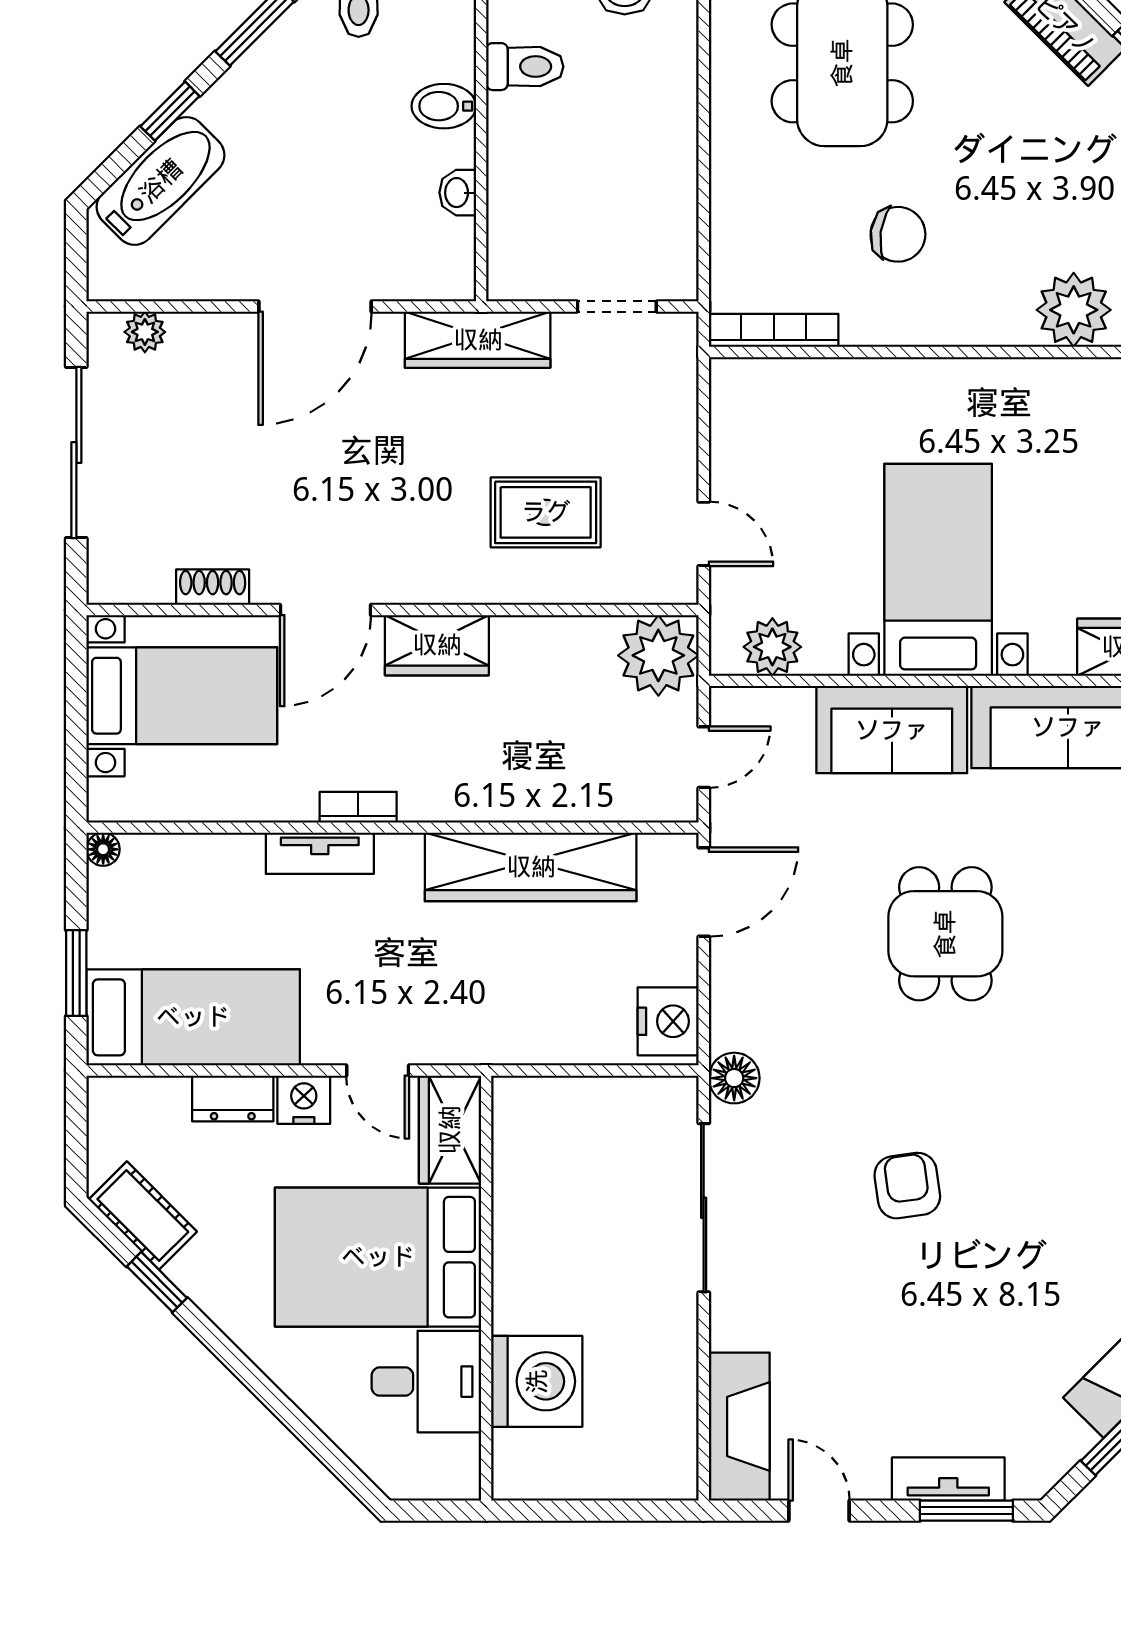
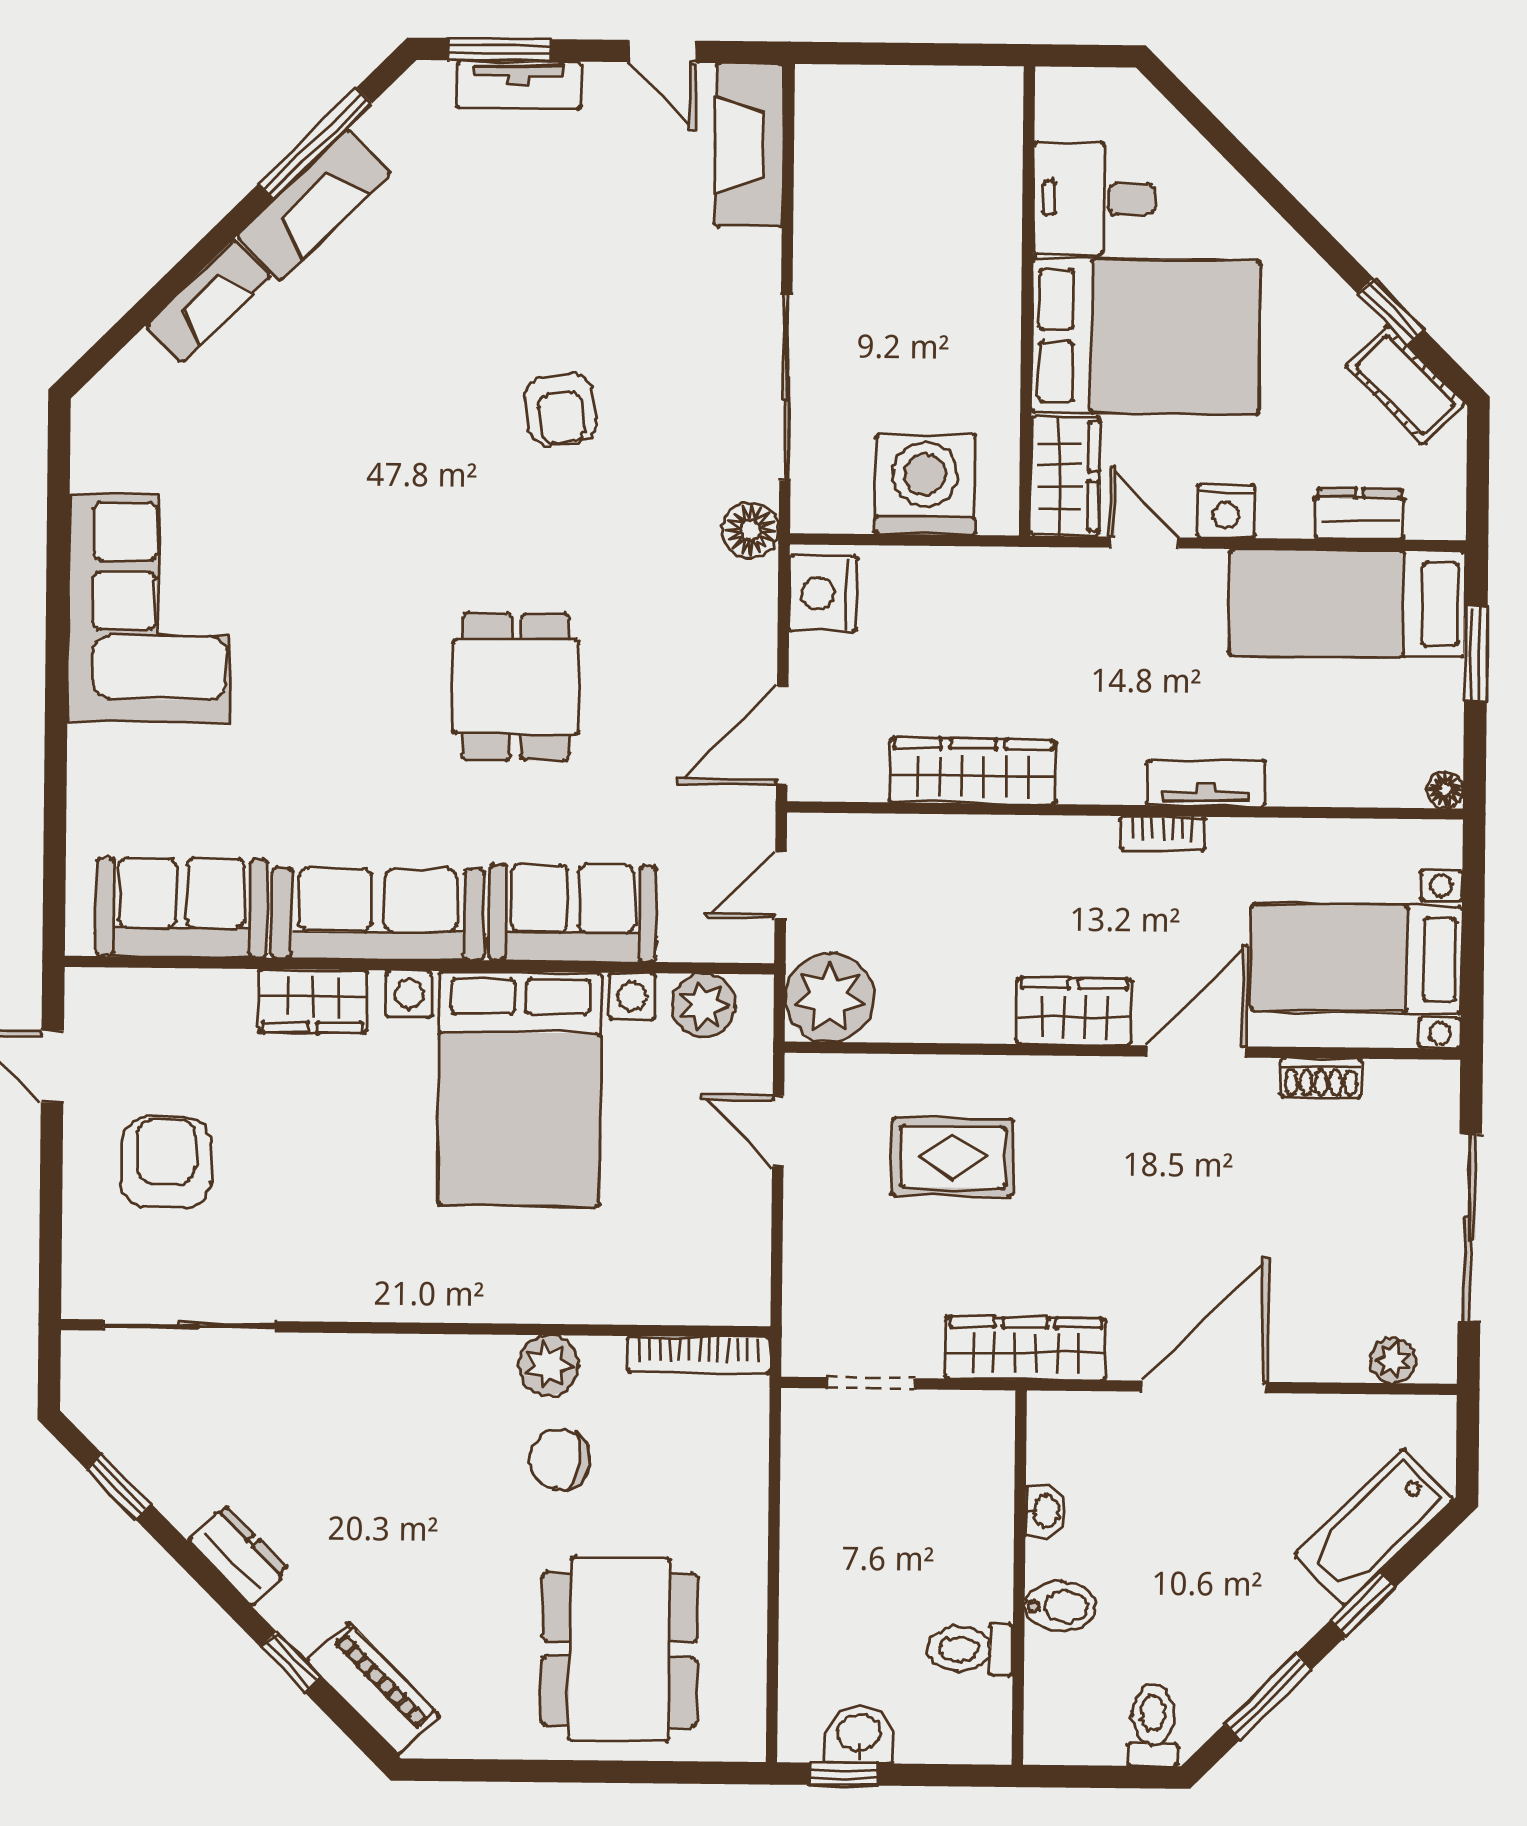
plant: (1074, 310) -> (548, 1365), moved, width x0.73, depth x0.73
bed with nightstands: (938, 570) -> (520, 1089), width x1.36
wardrobe: (531, 867) -> (973, 771), width x0.71, depth x0.85
dresser: (233, 1098) -> (1359, 514), moved
washing machine: (537, 1381) -> (925, 484), moved, turned 90

